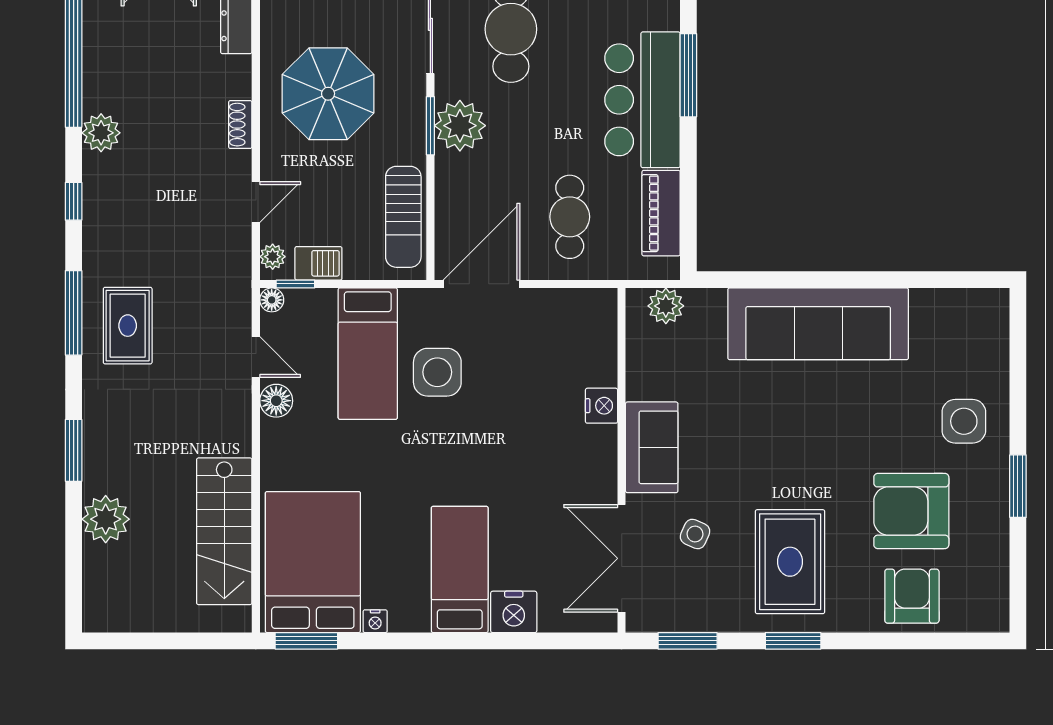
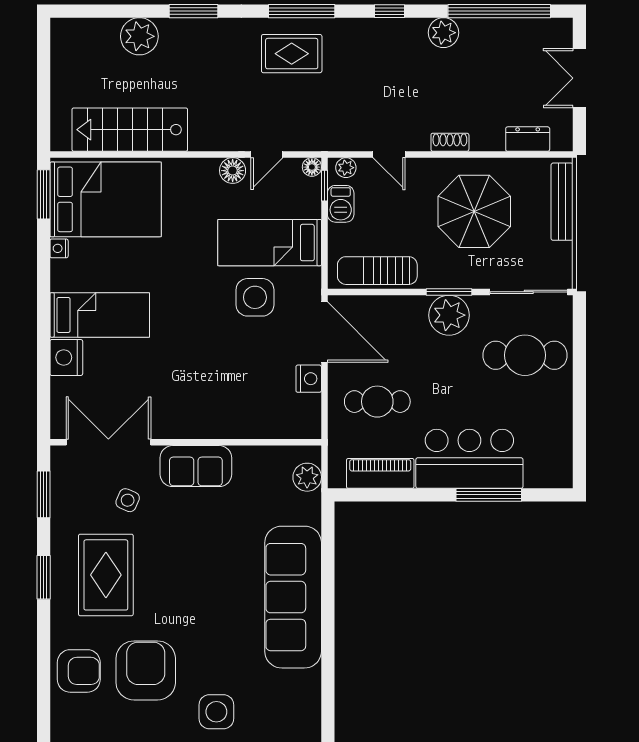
nightstand: (602, 406) -> (309, 379), moved, turned -90
rug: (790, 562) -> (106, 575), turned 90

